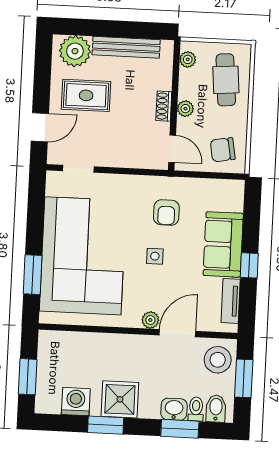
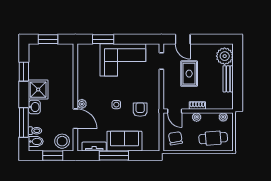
bench: (126, 47) -> (228, 79), width x0.73
rug: (86, 95) -> (189, 74), moved
door: (172, 149) -> (175, 111), hinge flipped
armchair: (166, 213) -> (140, 110), turned 90
corner sofa: (83, 256) -> (123, 60), width x0.73, depth x0.74
window: (249, 265) -> (114, 156), width x2.17
washing machine: (76, 402) -> (36, 66), removed
washbasin: (174, 409) -> (34, 107), moved
window: (106, 425) -> (24, 72), moved
window: (180, 429) -> (24, 123), width x1.44

